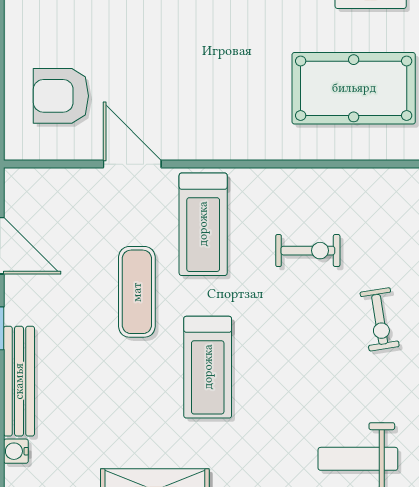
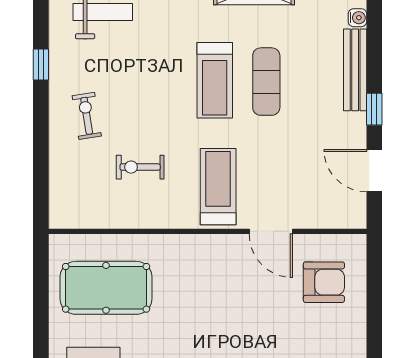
exercise mat: (137, 292) -> (266, 82), moved
treadmill: (208, 367) -> (215, 80), turned 180

